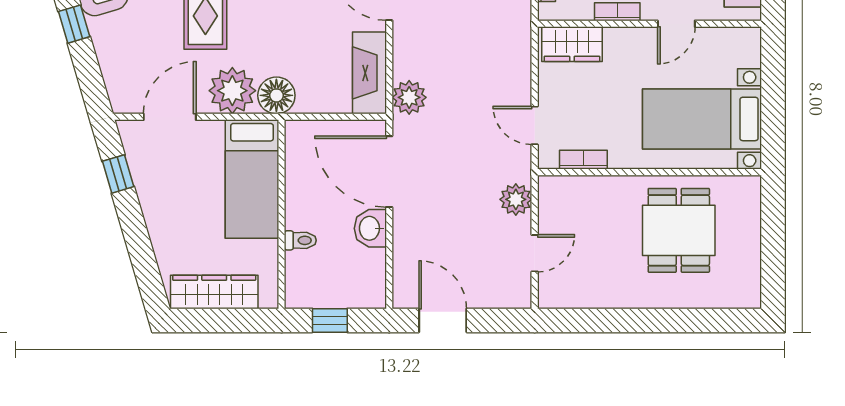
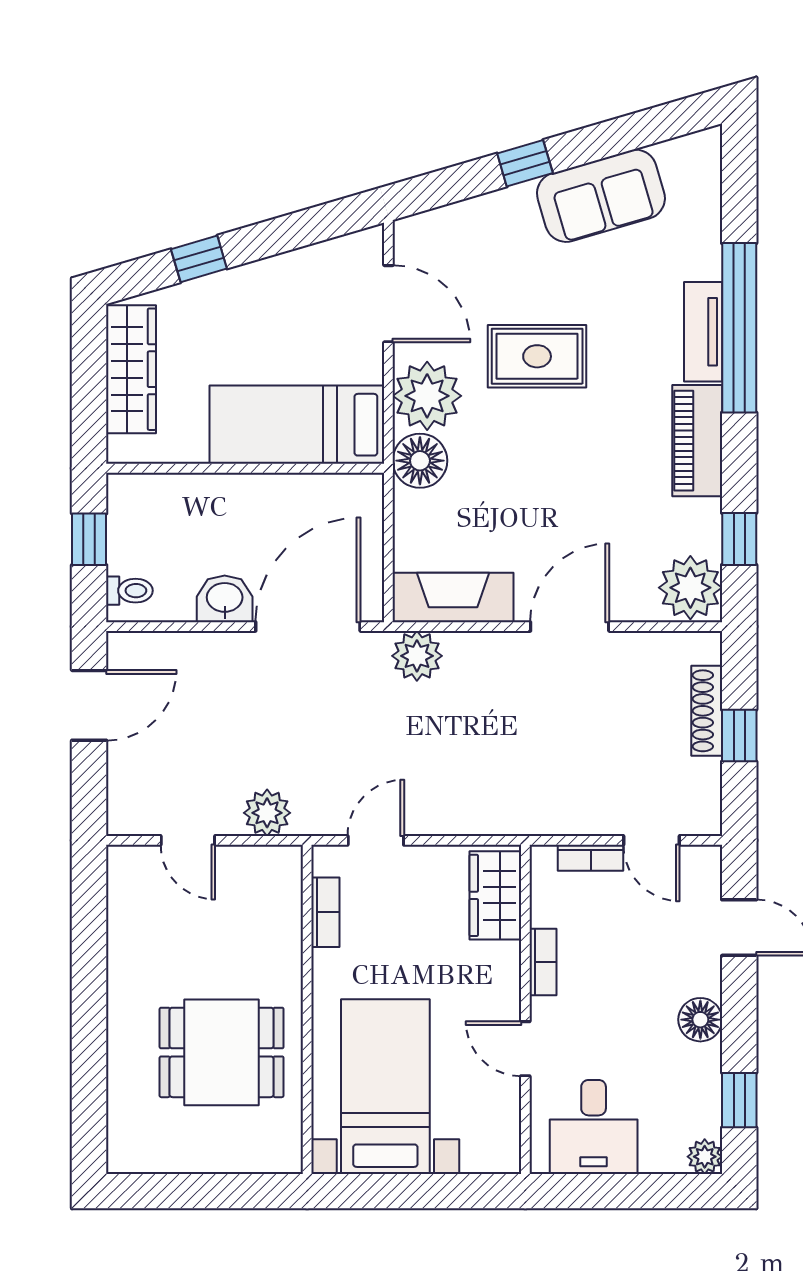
window: (118, 174) -> (199, 259), moved
toilet: (300, 240) -> (129, 591), moved, turned -90

